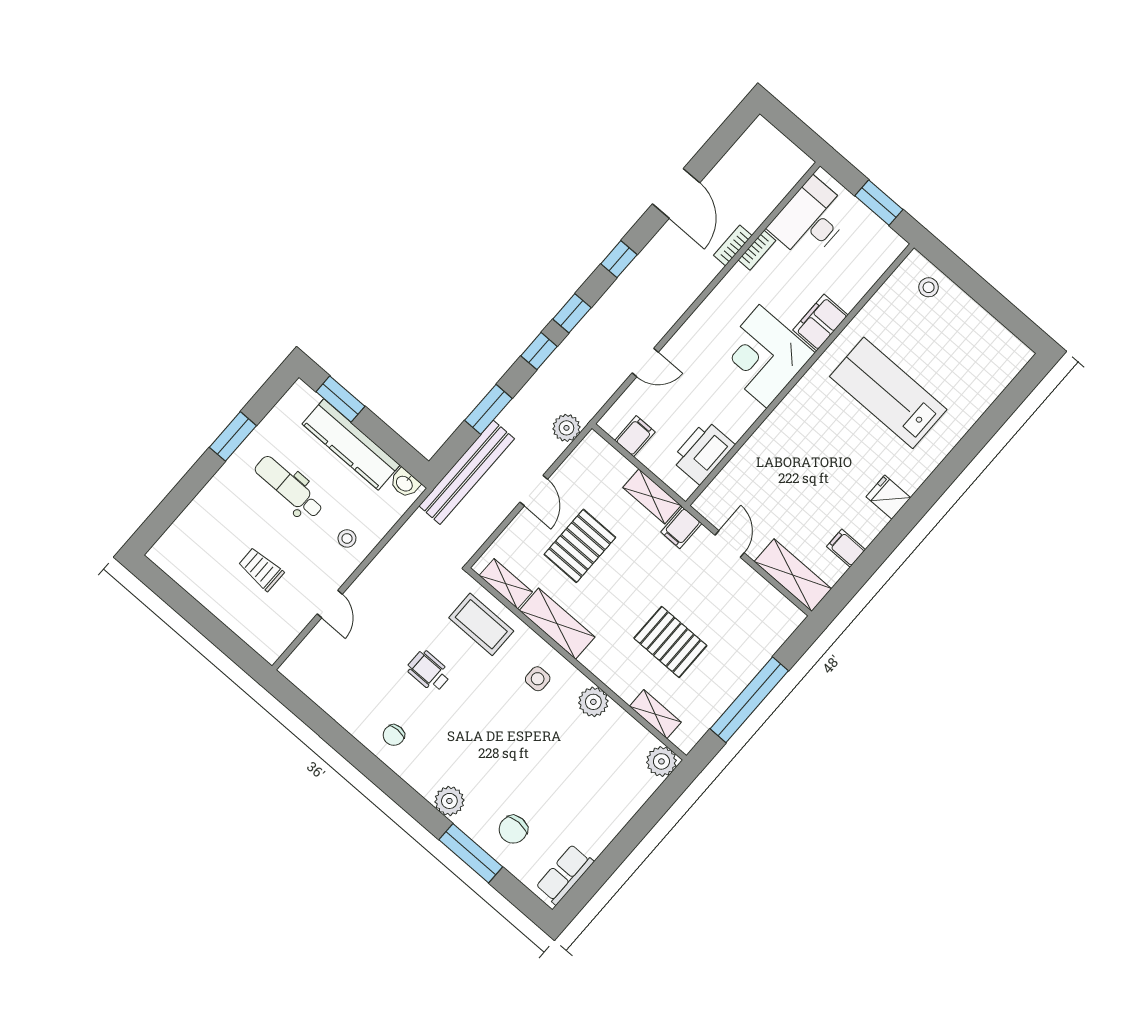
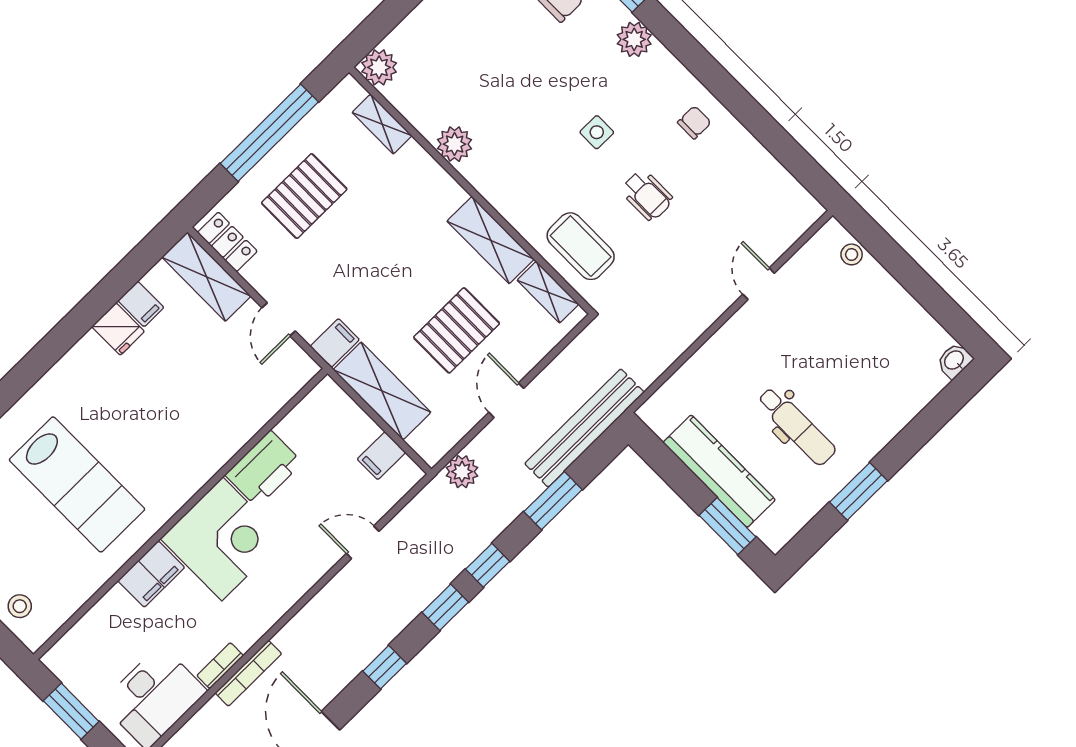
bookcase: (733, 245) -> (248, 673), width x1.56
printer: (703, 452) -> (264, 469), moved
washbasin: (405, 483) -> (955, 361), moved, turned -90
shelving: (652, 496) -> (382, 391), width x1.50, depth x1.33
fridge: (888, 497) -> (118, 329), moved
stool: (347, 538) -> (852, 254), moved
trolley: (261, 569) -> (837, 331), removed
locker: (778, 606) -> (227, 242), added
pallet: (670, 642) -> (304, 196), moved, turned 90
side table: (538, 679) -> (597, 132), moved

